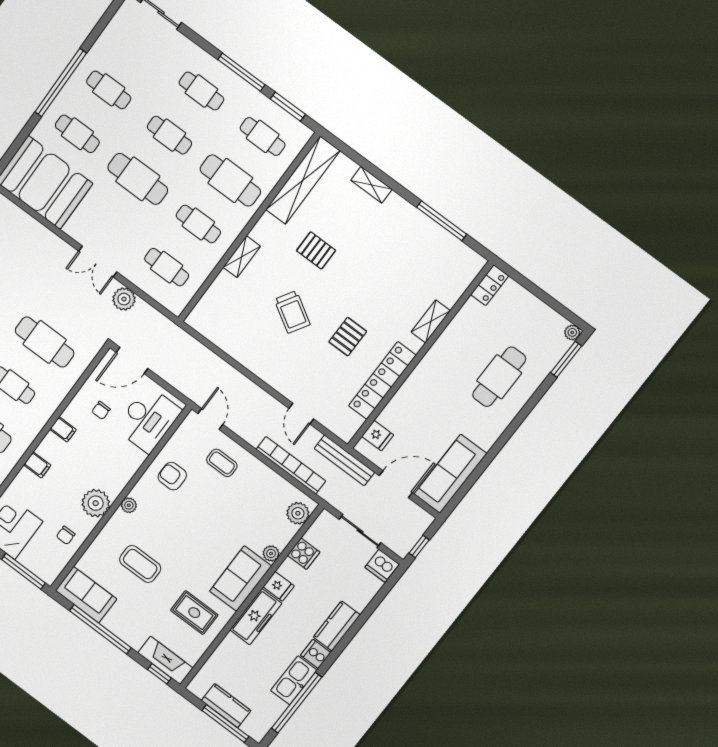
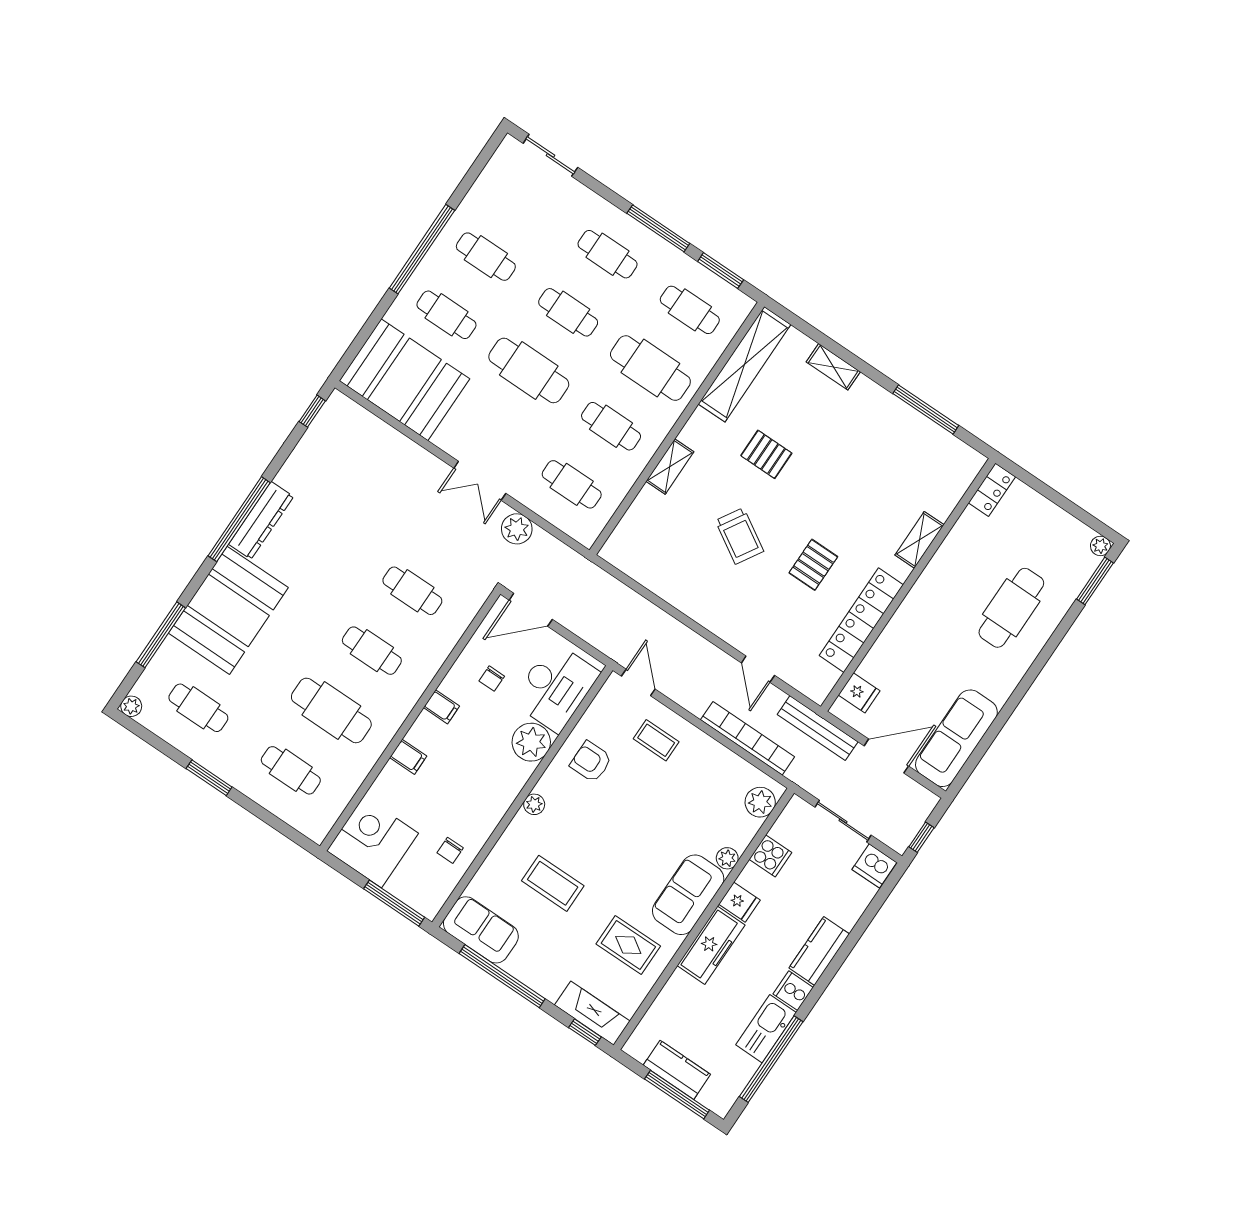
cafe table: (45, 342) -> (412, 591), width x0.73, depth x0.74
plant: (96, 503) -> (531, 742), moved

